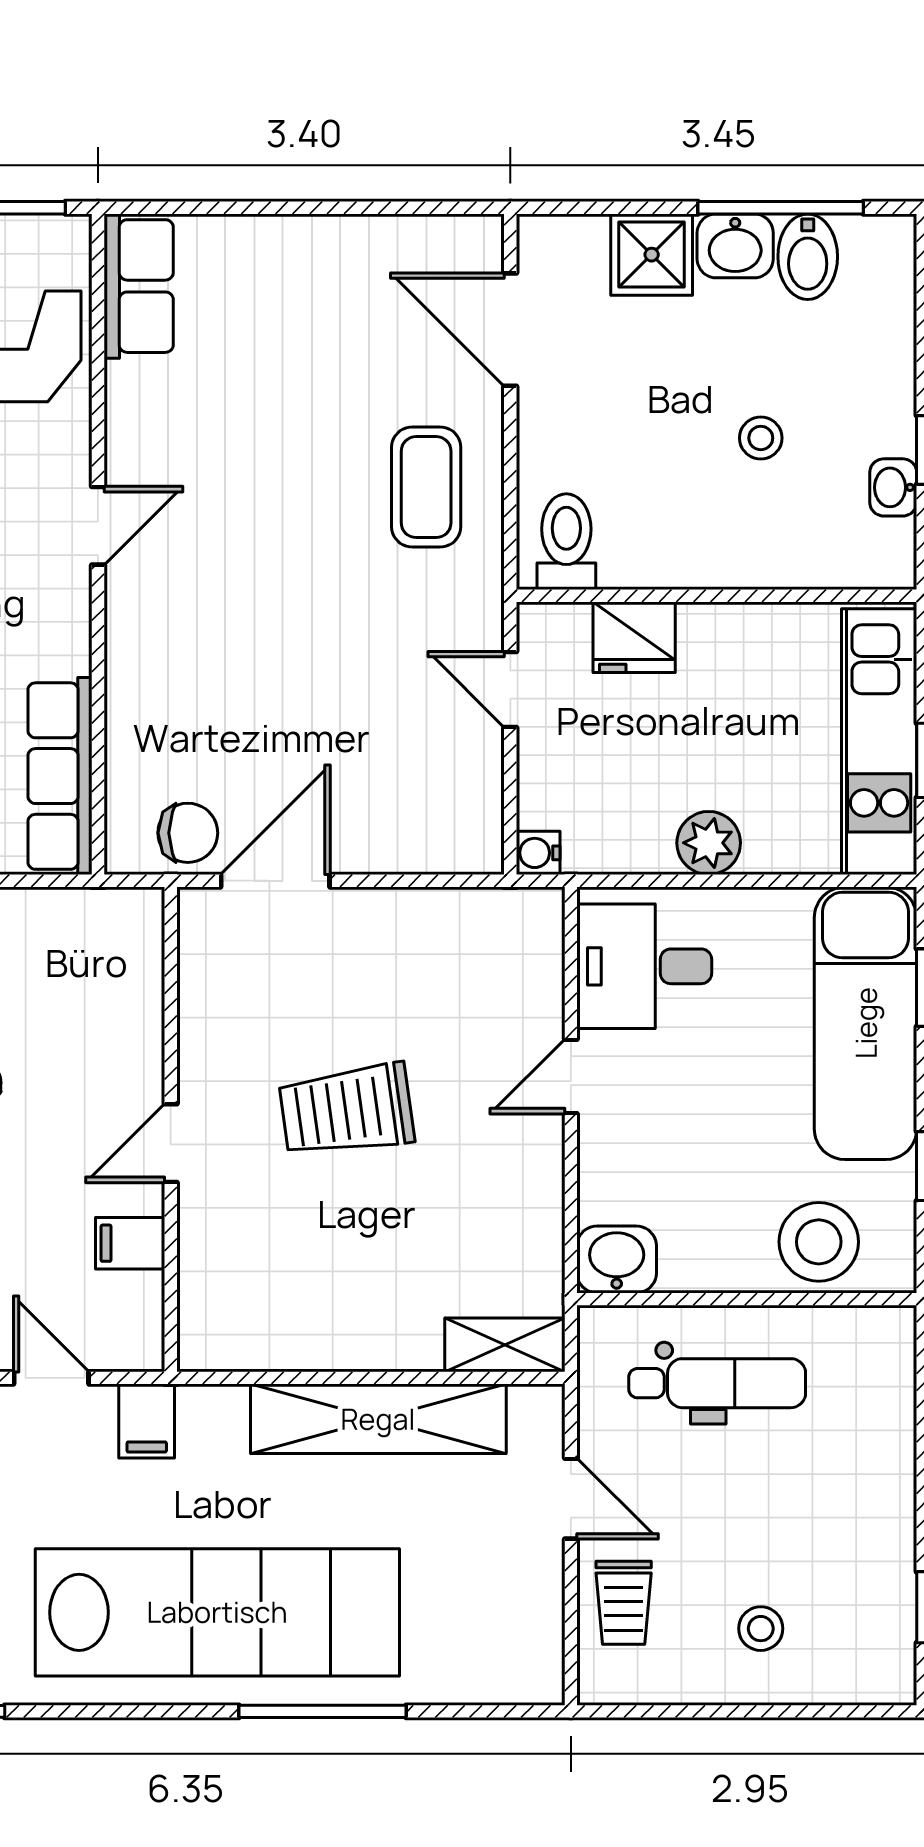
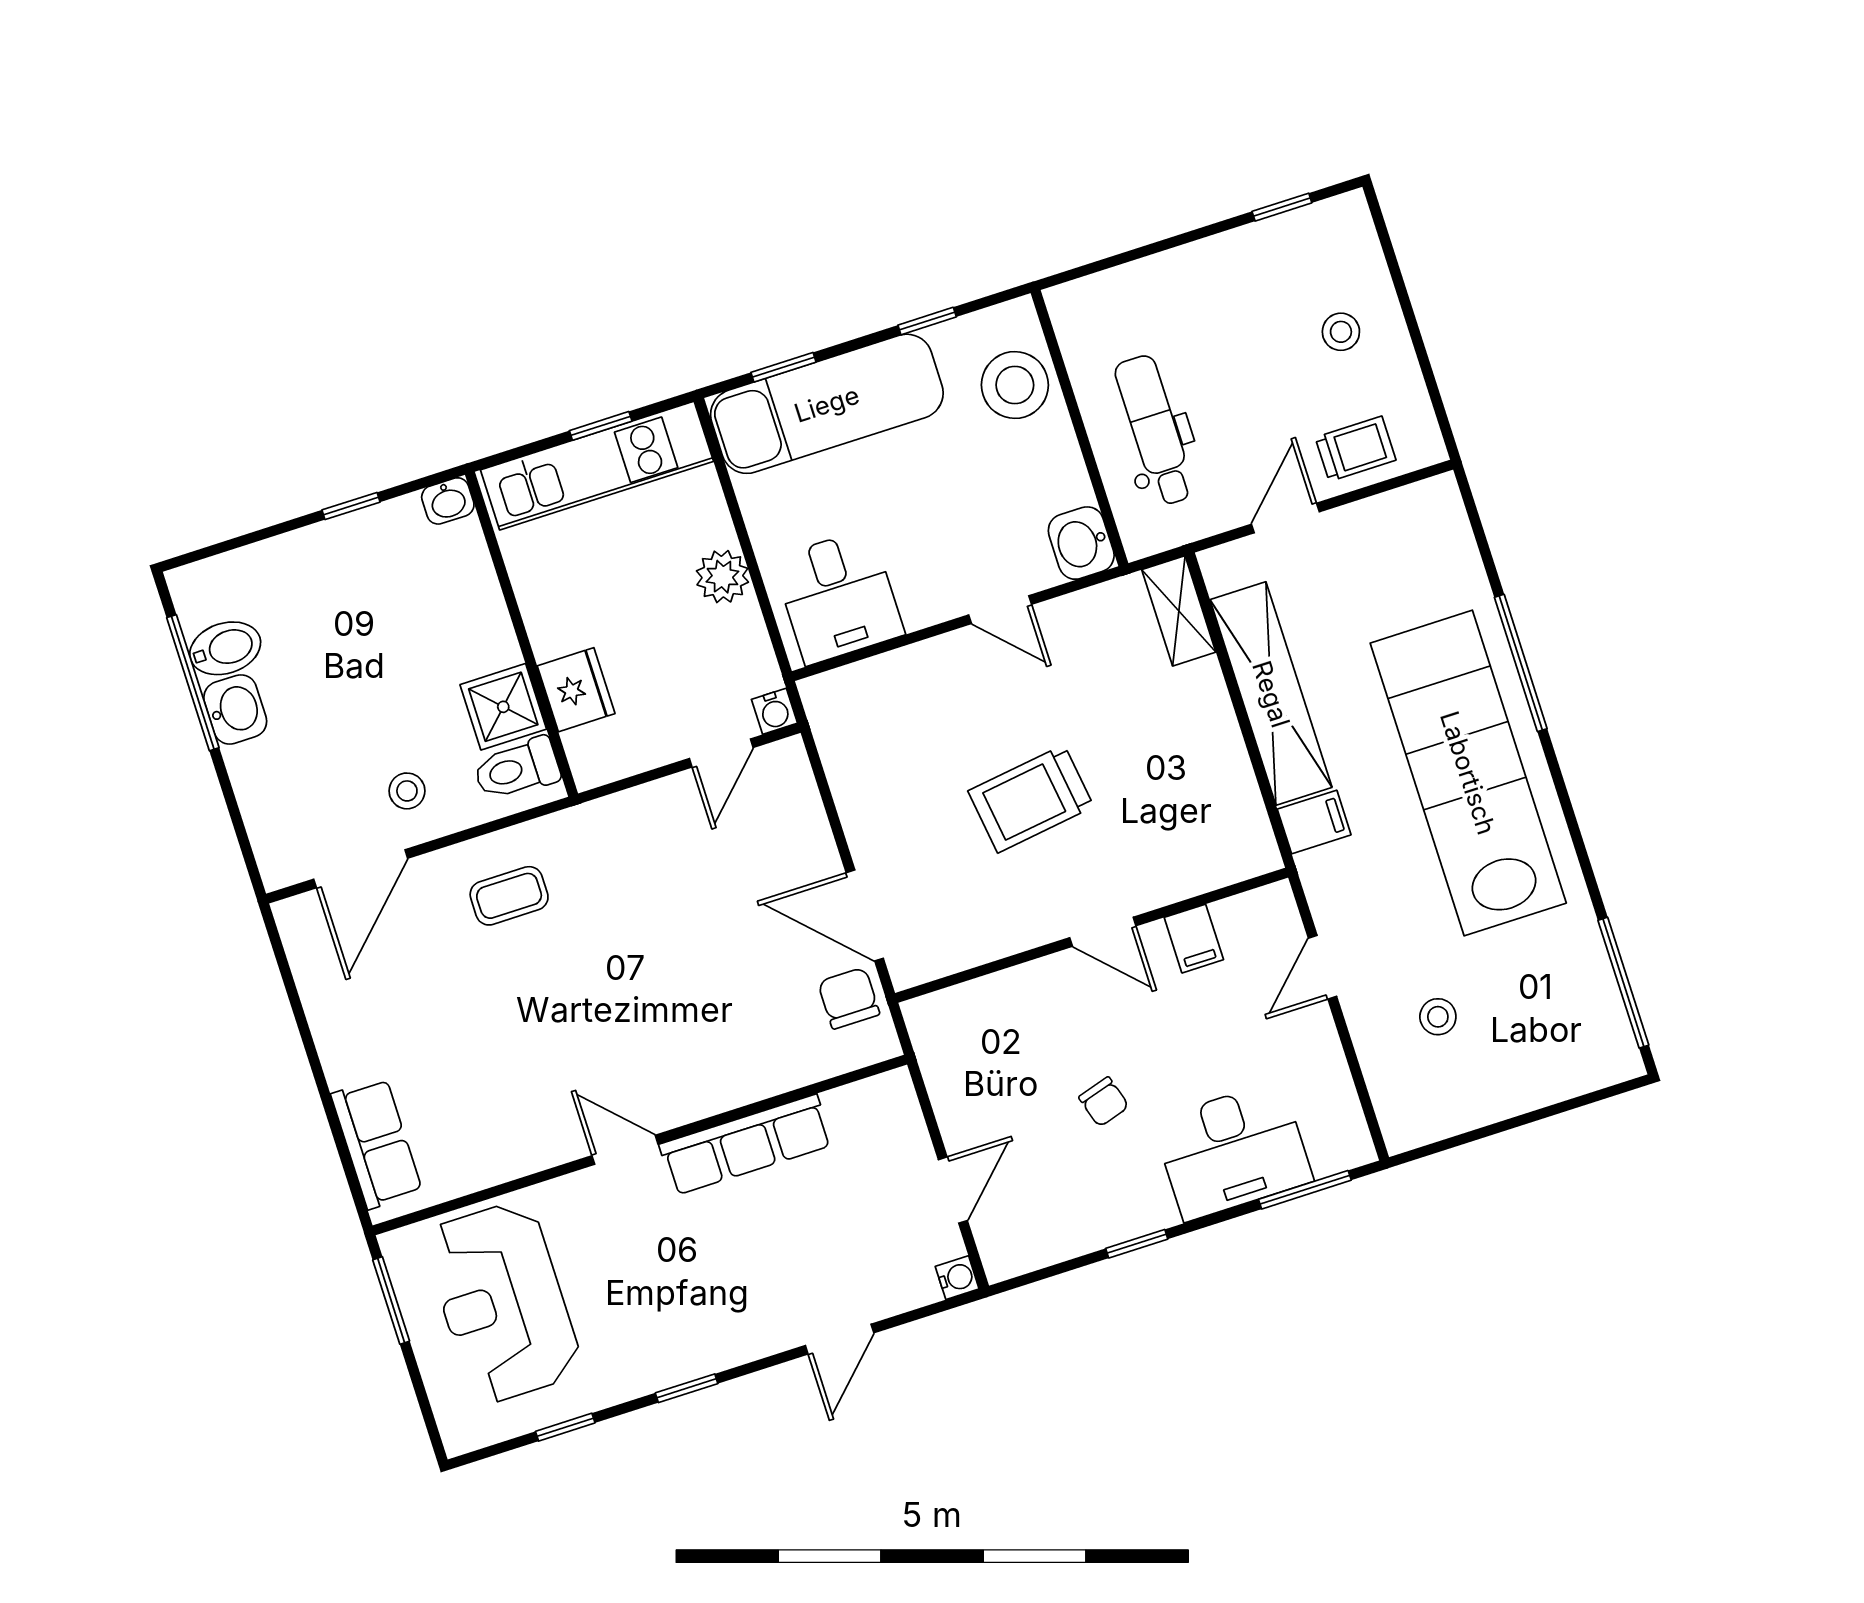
shower: (652, 255) -> (503, 707), moved
row of seats: (139, 286) -> (377, 1143), moved, turned 90
stool: (761, 438) -> (407, 791), moved
coffee table: (426, 487) -> (509, 896), width x0.73, depth x0.77
washbasin: (893, 487) -> (448, 501), moved
door: (510, 689) -> (721, 753), moved
row of seats: (60, 776) -> (746, 1145), moved
door: (571, 1076) -> (1000, 610), moved
trolley: (347, 1110) -> (1031, 799), turned 90
filing cabinet: (147, 1421) -> (1314, 822), moved

